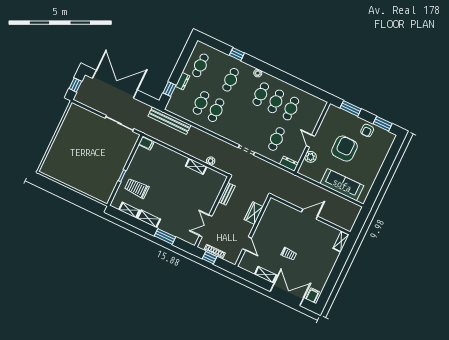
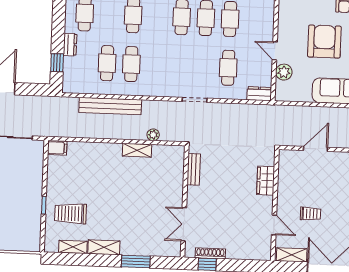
bench: (169, 121) -> (110, 106), moved
wardrobe: (254, 213) -> (266, 181), moved
wall: (253, 231) -> (275, 205), moved
door: (247, 243) -> (274, 225), moved

